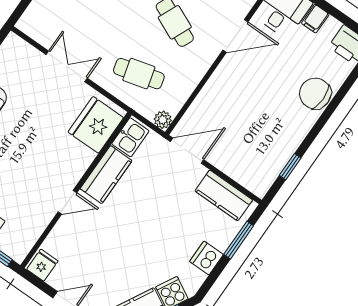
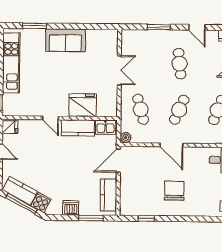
door: (235, 36) -> (172, 145), moved
chair: (315, 93) -> (174, 191), moved
fridge: (96, 125) -> (83, 105), moved
door: (187, 151) -> (118, 161), swing flipped

